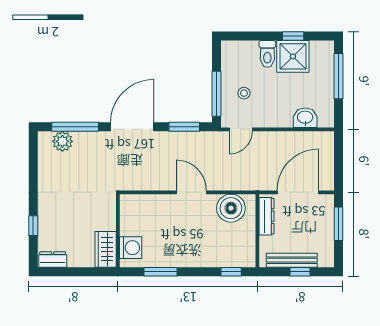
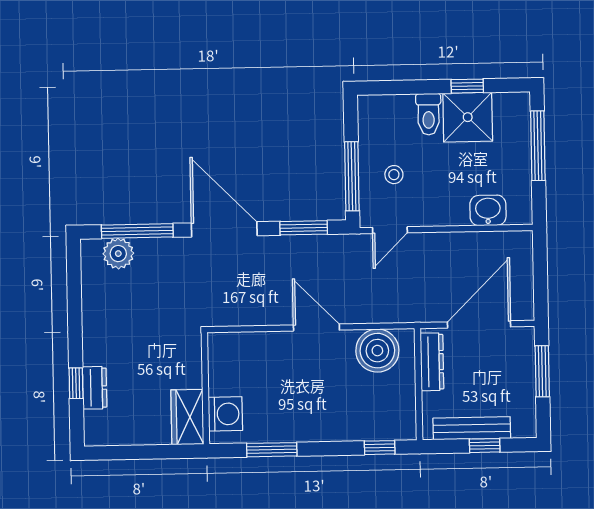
door: (132, 127) -> (224, 229), hinge flipped
dresser: (53, 260) -> (95, 388), moved, turned 90

